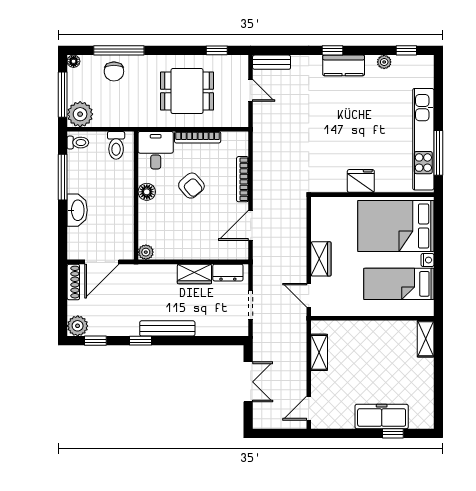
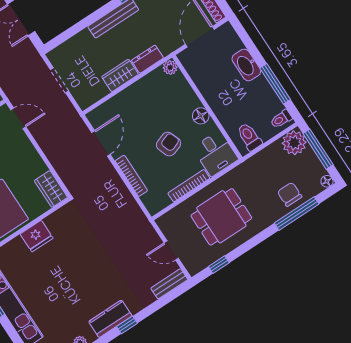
armchair: (191, 186) -> (169, 144), turned 110
wardrobe: (321, 259) -> (51, 189), moved
dresser: (228, 273) -> (147, 59), moved

